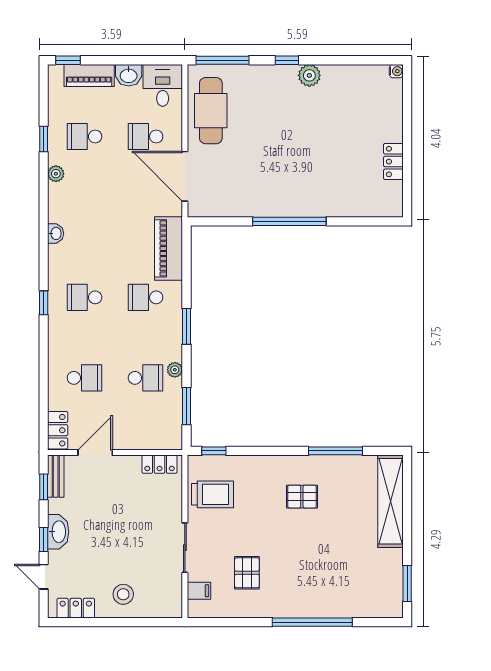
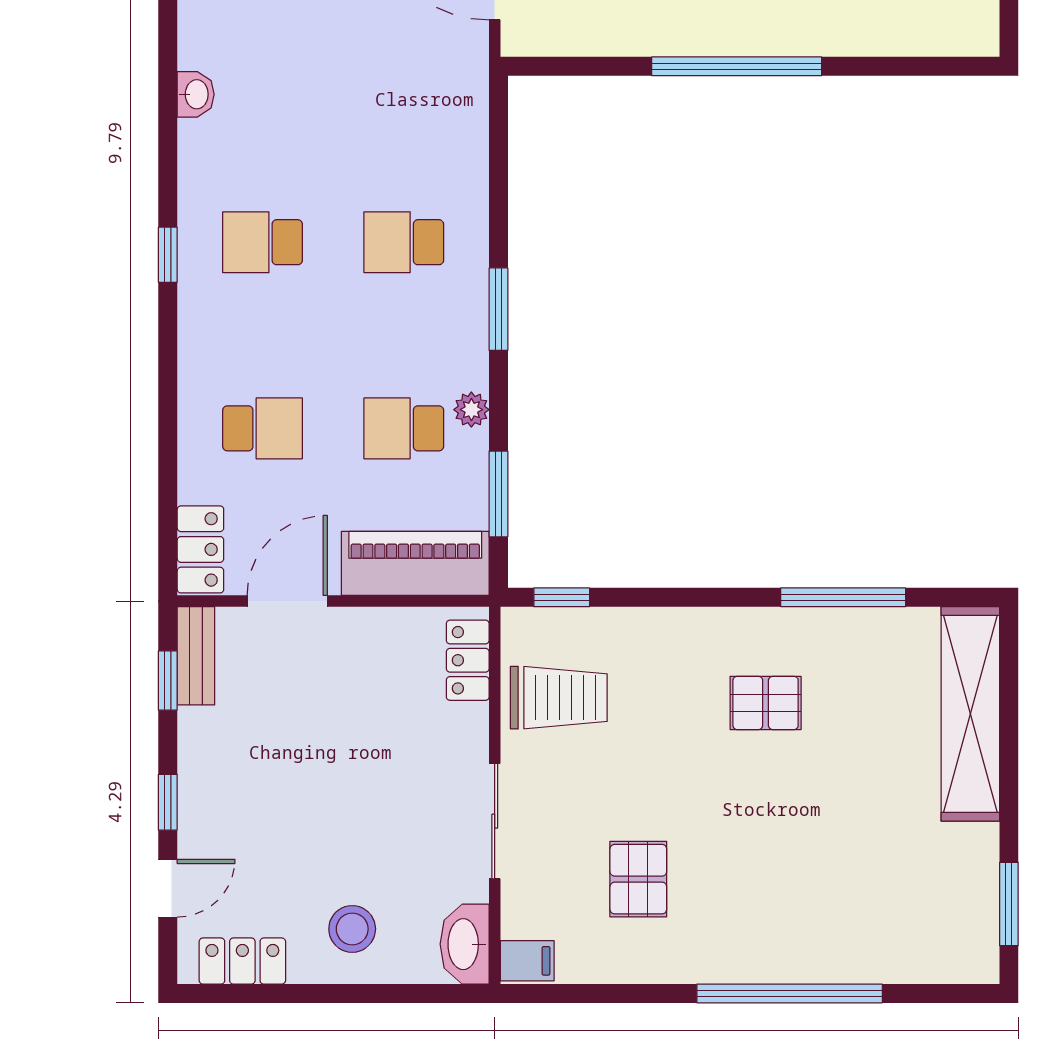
piano: (169, 248) -> (415, 563), moved, turned 90
school desk: (146, 378) -> (404, 428), turned 180
locker: (160, 464) -> (468, 660), moved, turned 90
washbasin: (58, 532) -> (465, 944), moved, turned 180
door: (44, 577) -> (168, 888), swing flipped
filing cabinet: (199, 591) -> (527, 961), moved

